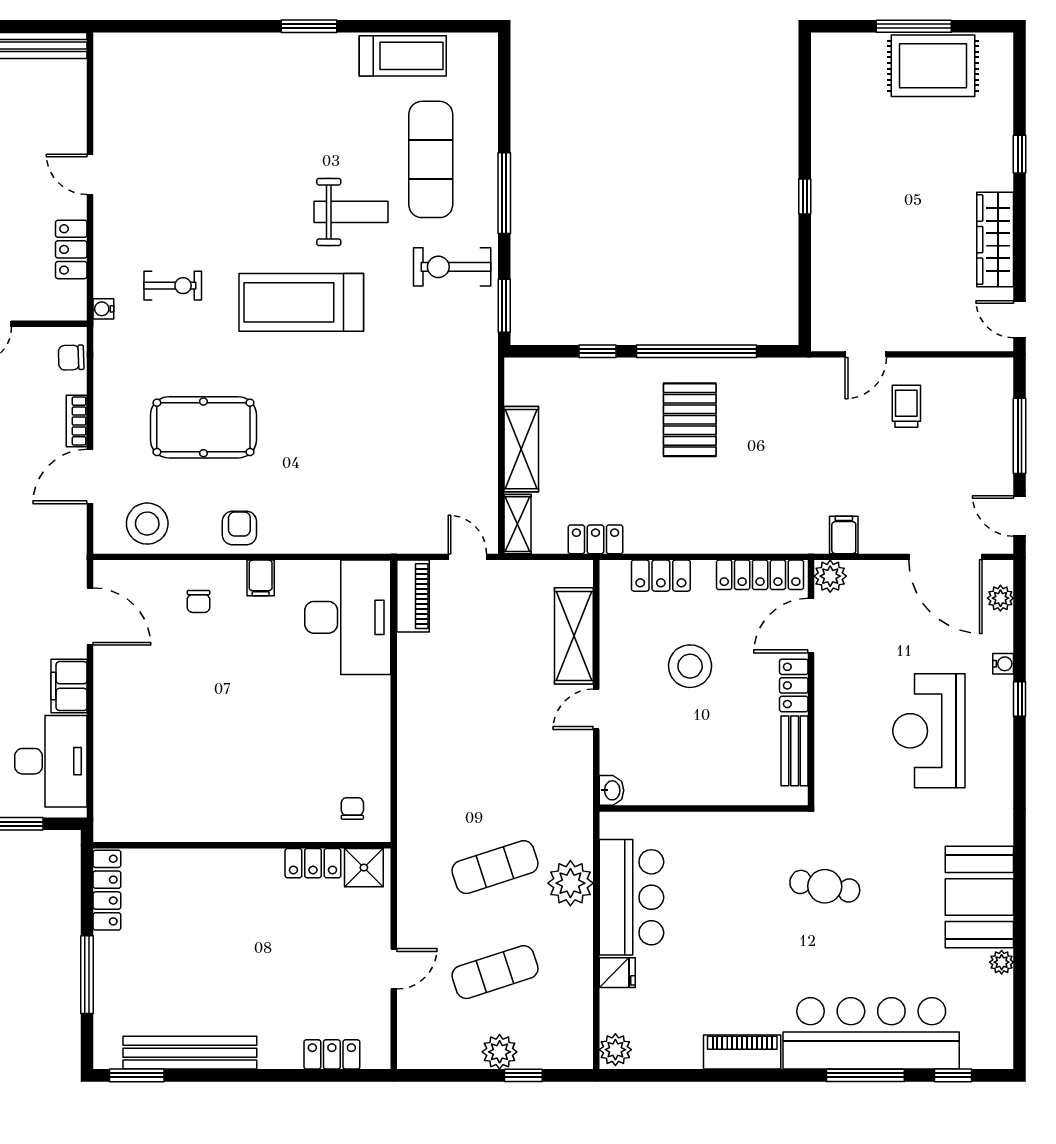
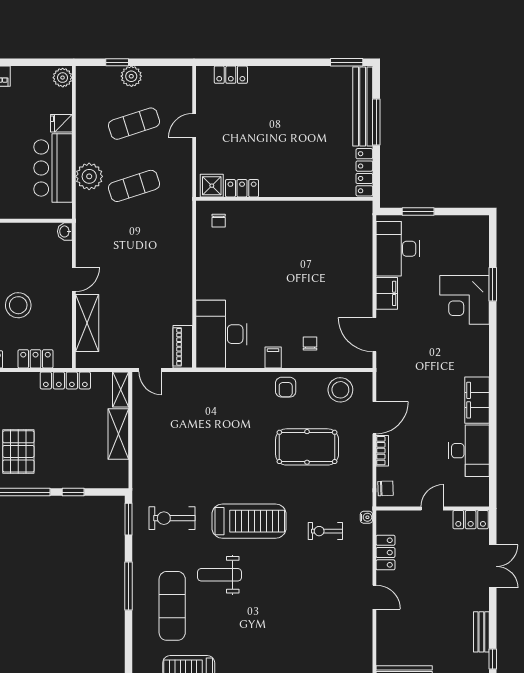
exercise bike: (452, 267) -> (172, 518), moved, turned 180
locker: (595, 539) -> (65, 380), width x1.53
bench: (190, 1053) -> (363, 106), moved, turned 90

